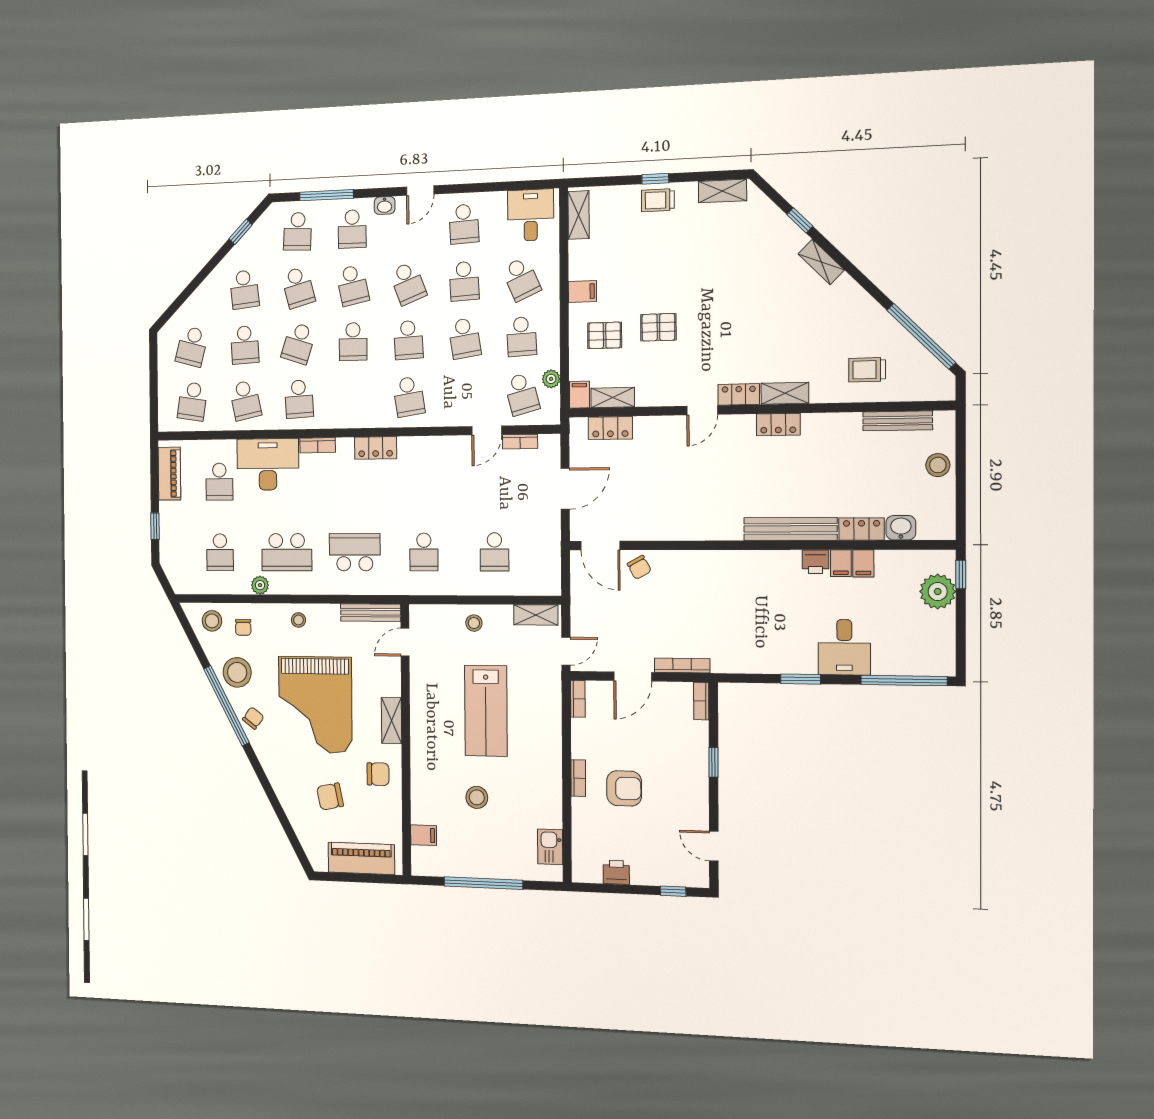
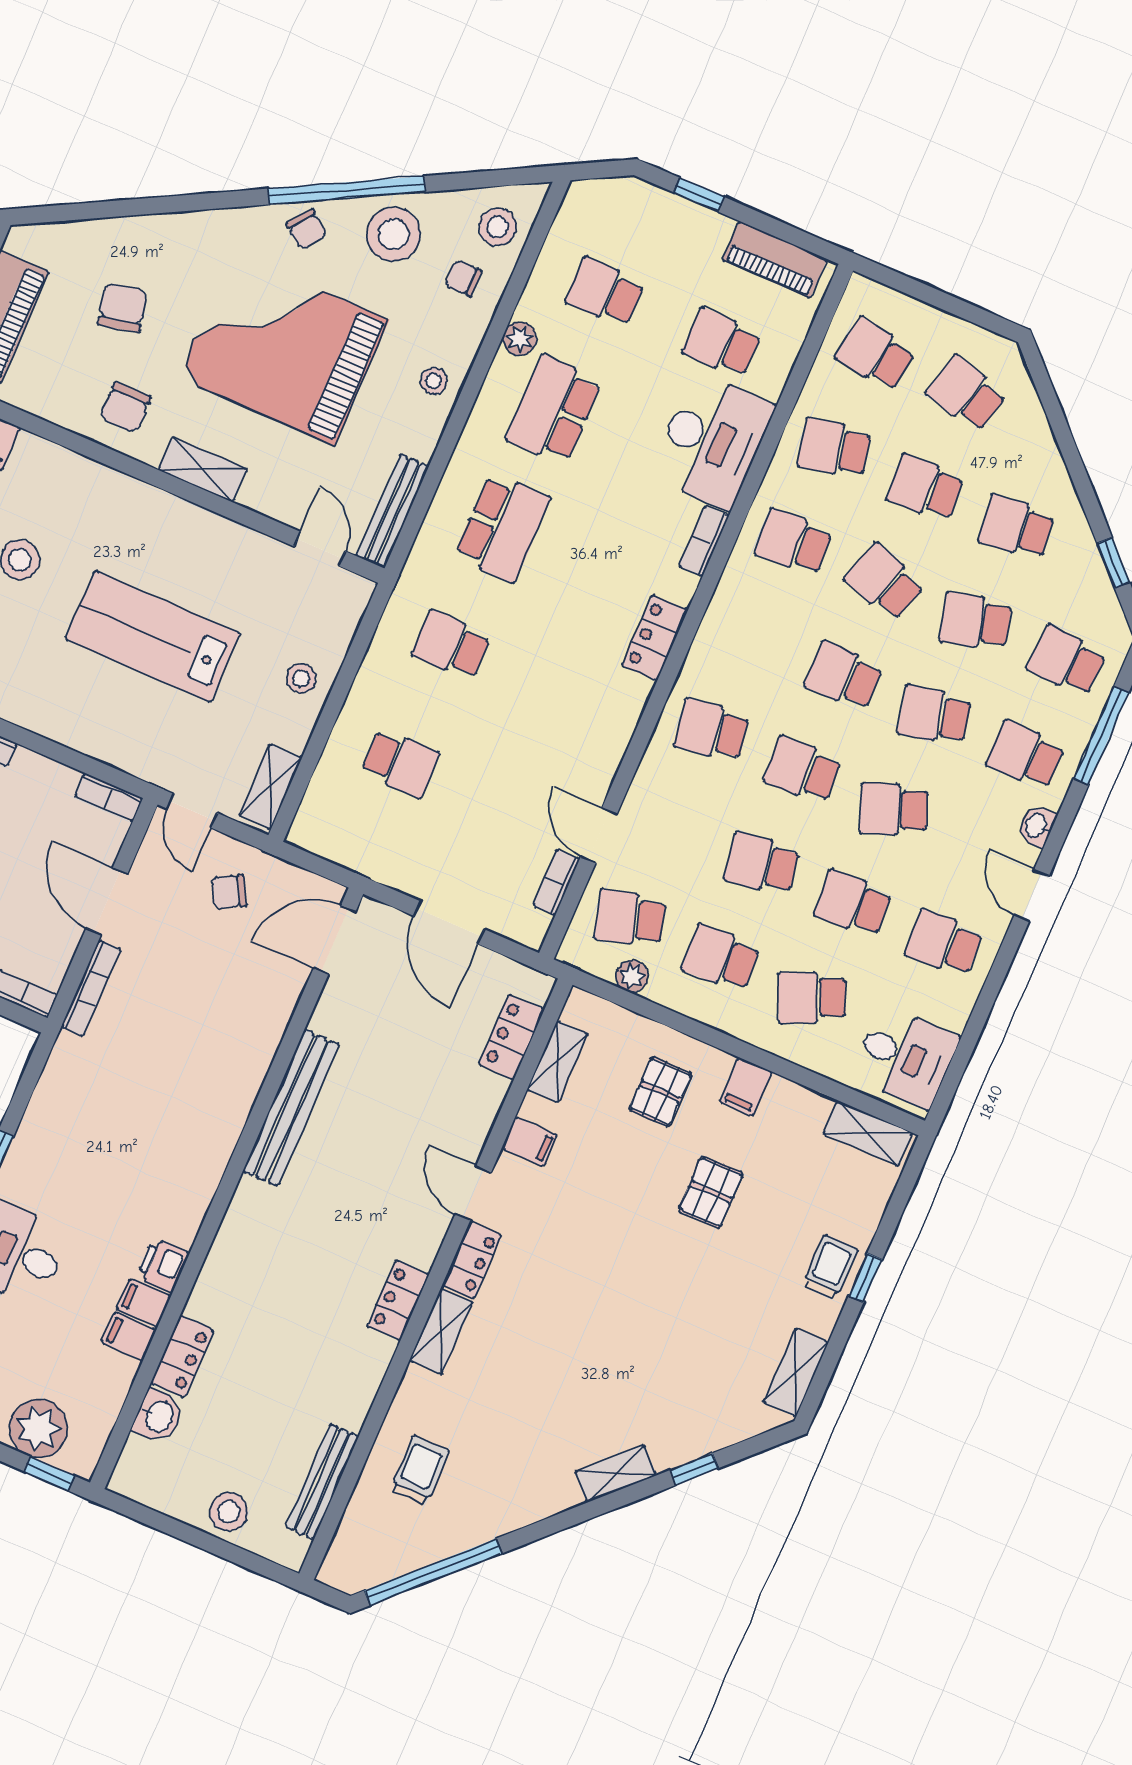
pallet: (658, 327) -> (711, 1192), moved
filing cabinet: (579, 395) -> (529, 1142), moved
bench: (790, 529) -> (291, 1108), moved
school desk: (494, 552) -> (400, 763), turned 180
chair: (639, 567) -> (229, 892), moved

